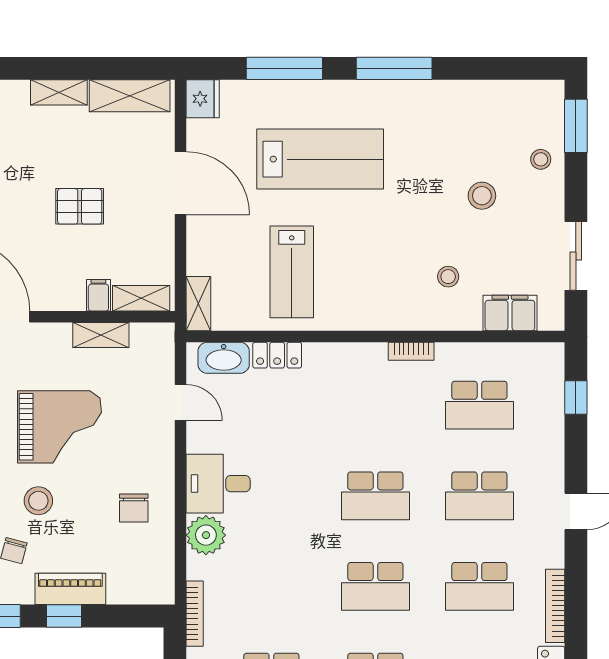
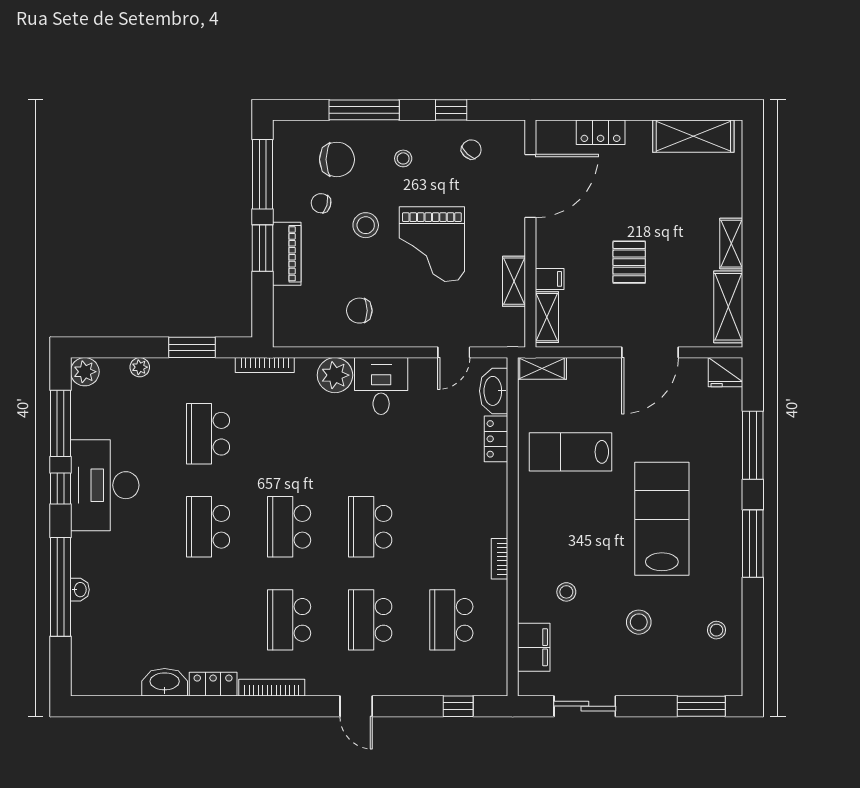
lab bench: (320, 159) -> (662, 519), moved, turned 180
stool: (541, 159) -> (717, 630), moved
window: (64, 616) -> (263, 248), width x1.50

